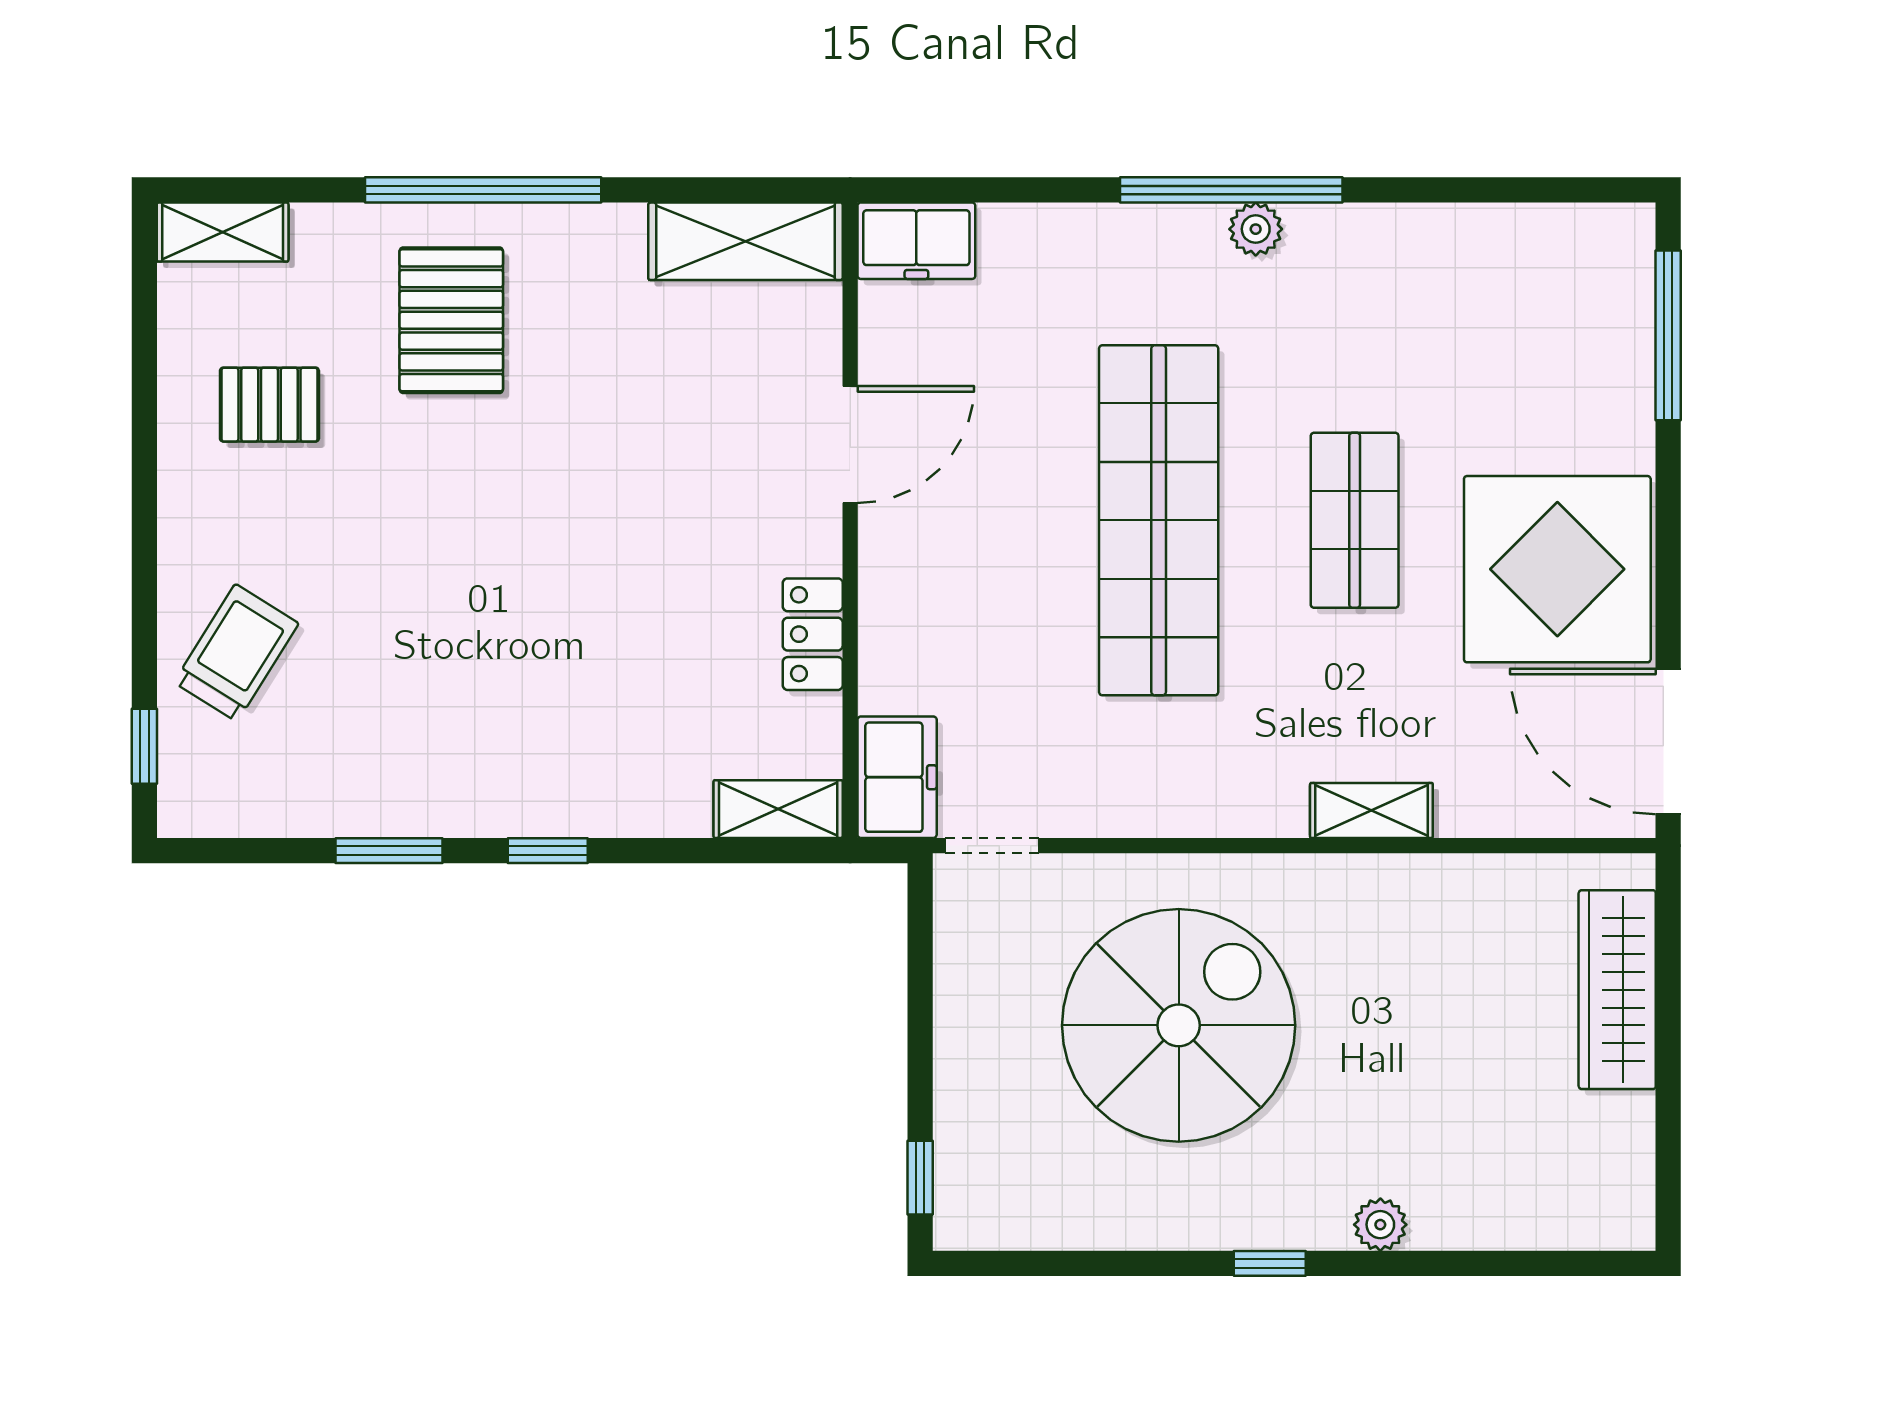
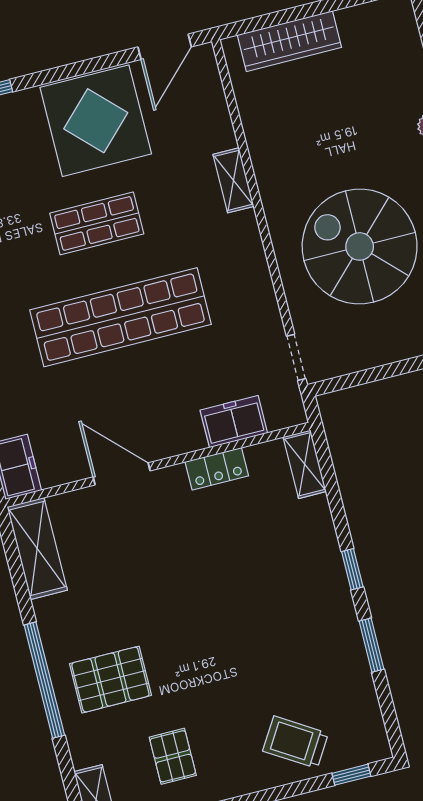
door: (1668, 741) -> (165, 47), width x0.73
freezer: (897, 777) -> (234, 422), moved

